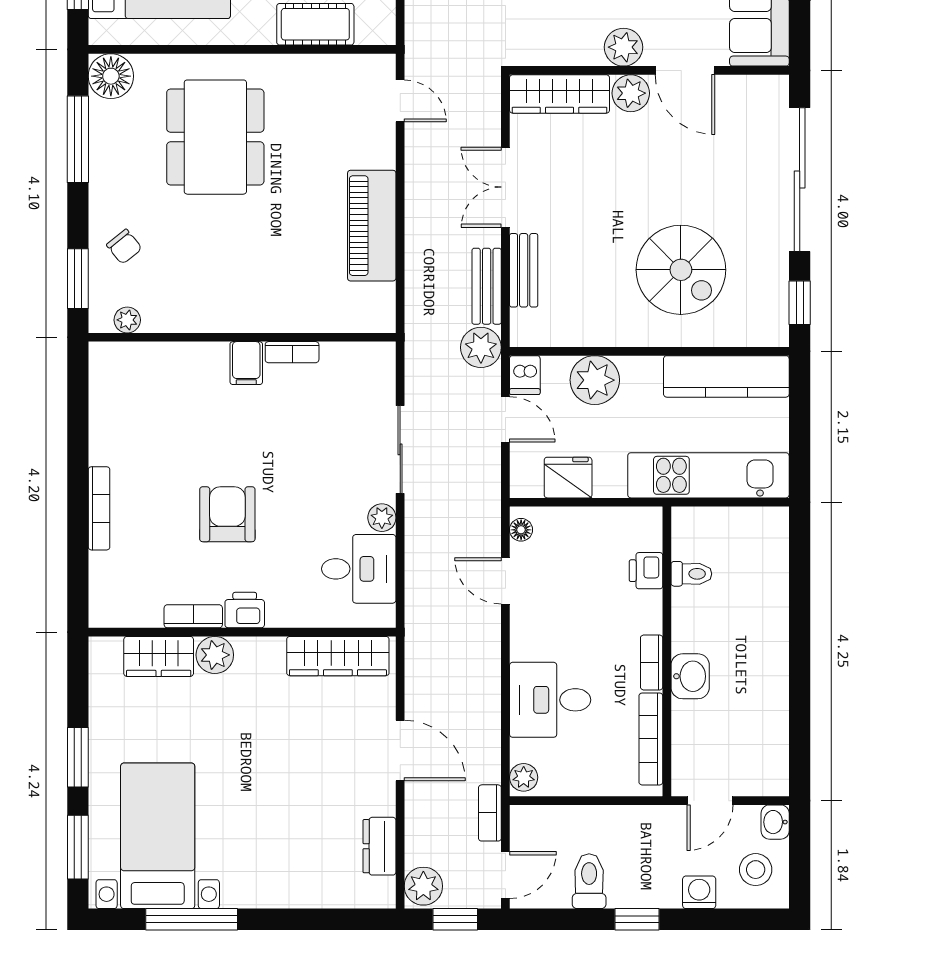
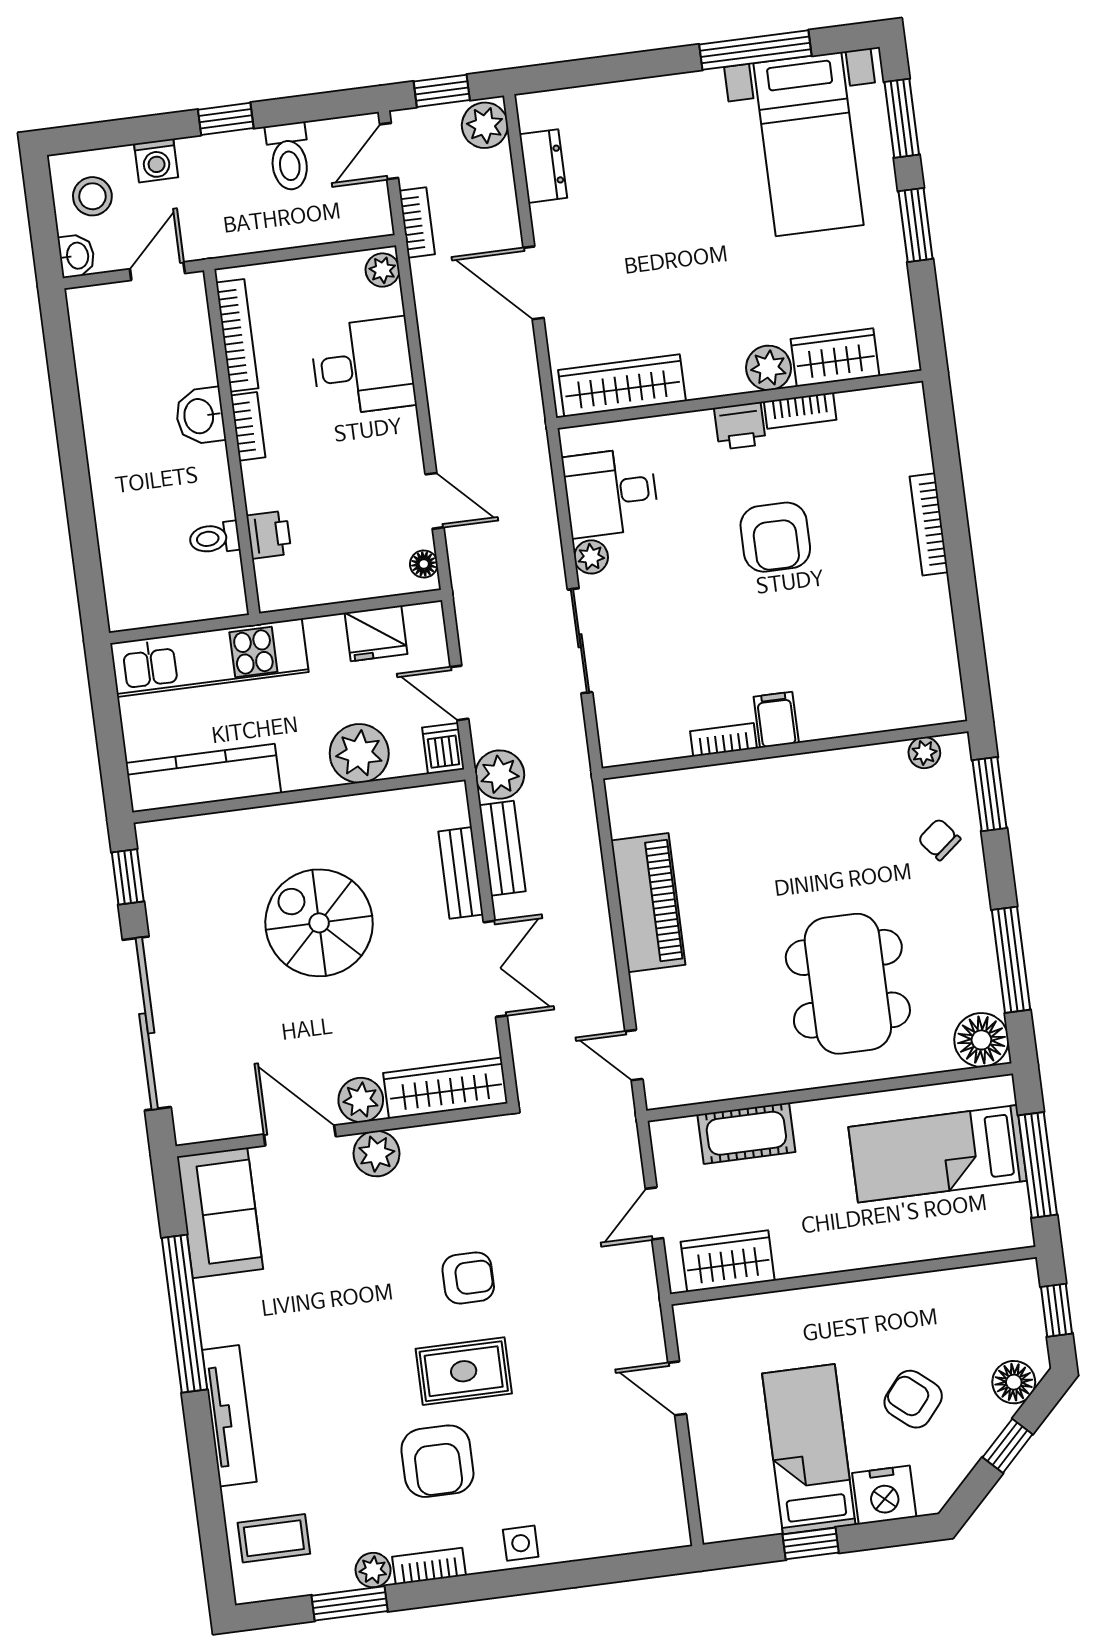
spiral stairs: (681, 270) -> (319, 923), moved

